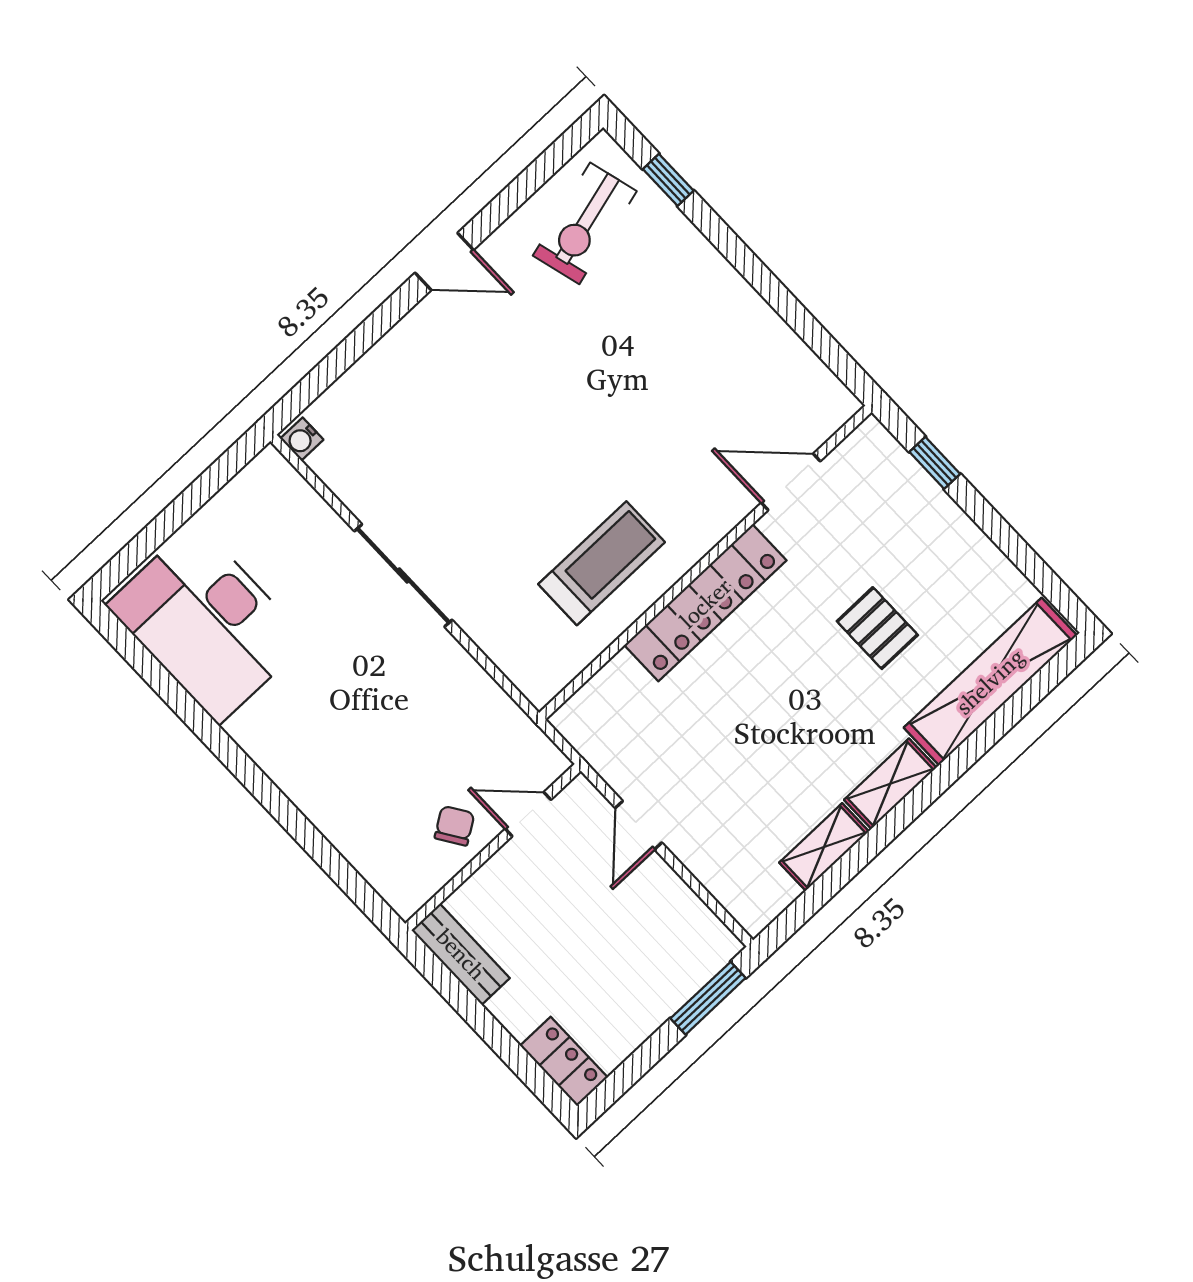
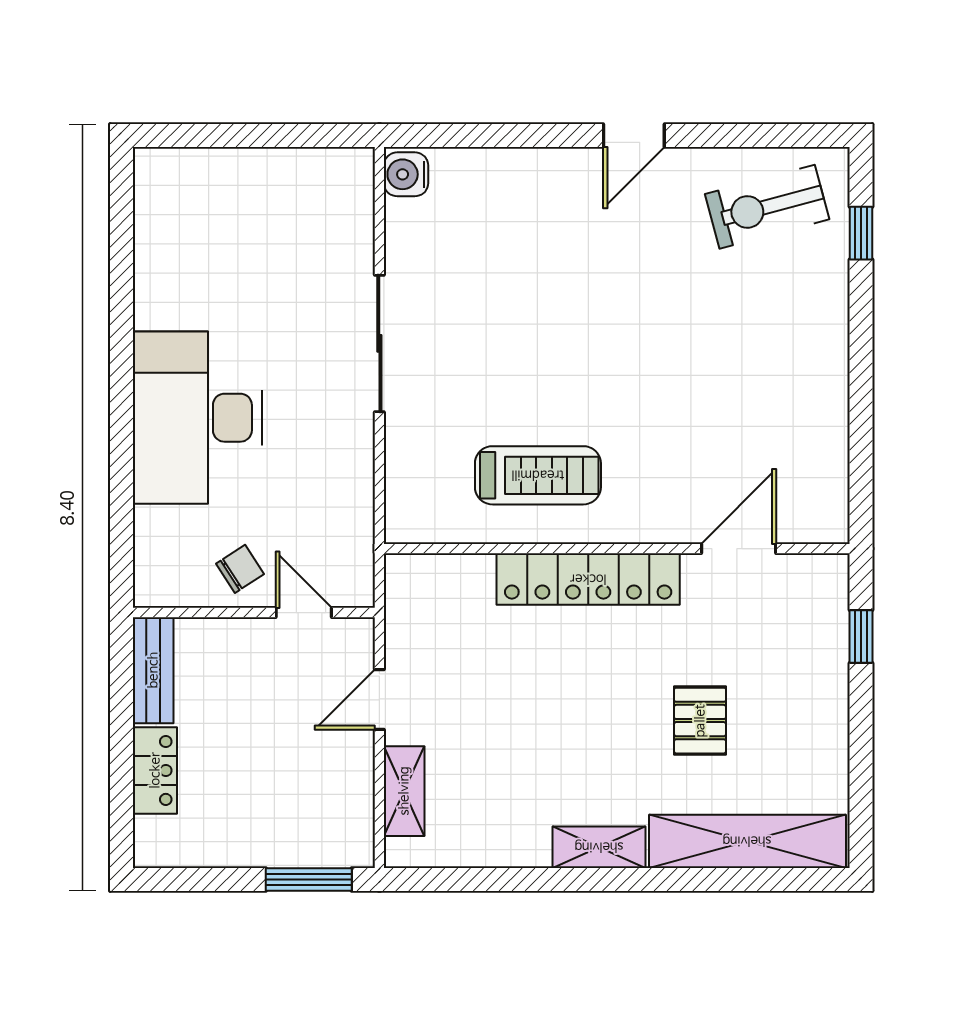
door: (444, 261) -> (634, 135), hinge flipped
water cooler: (302, 439) -> (406, 174), width x1.38, depth x1.38
door: (791, 482) -> (739, 549), hinge flipped
desk: (207, 623) -> (197, 418), moved
shelving: (824, 847) -> (404, 791), moved, turned 90
locker: (564, 1061) -> (155, 770), moved

